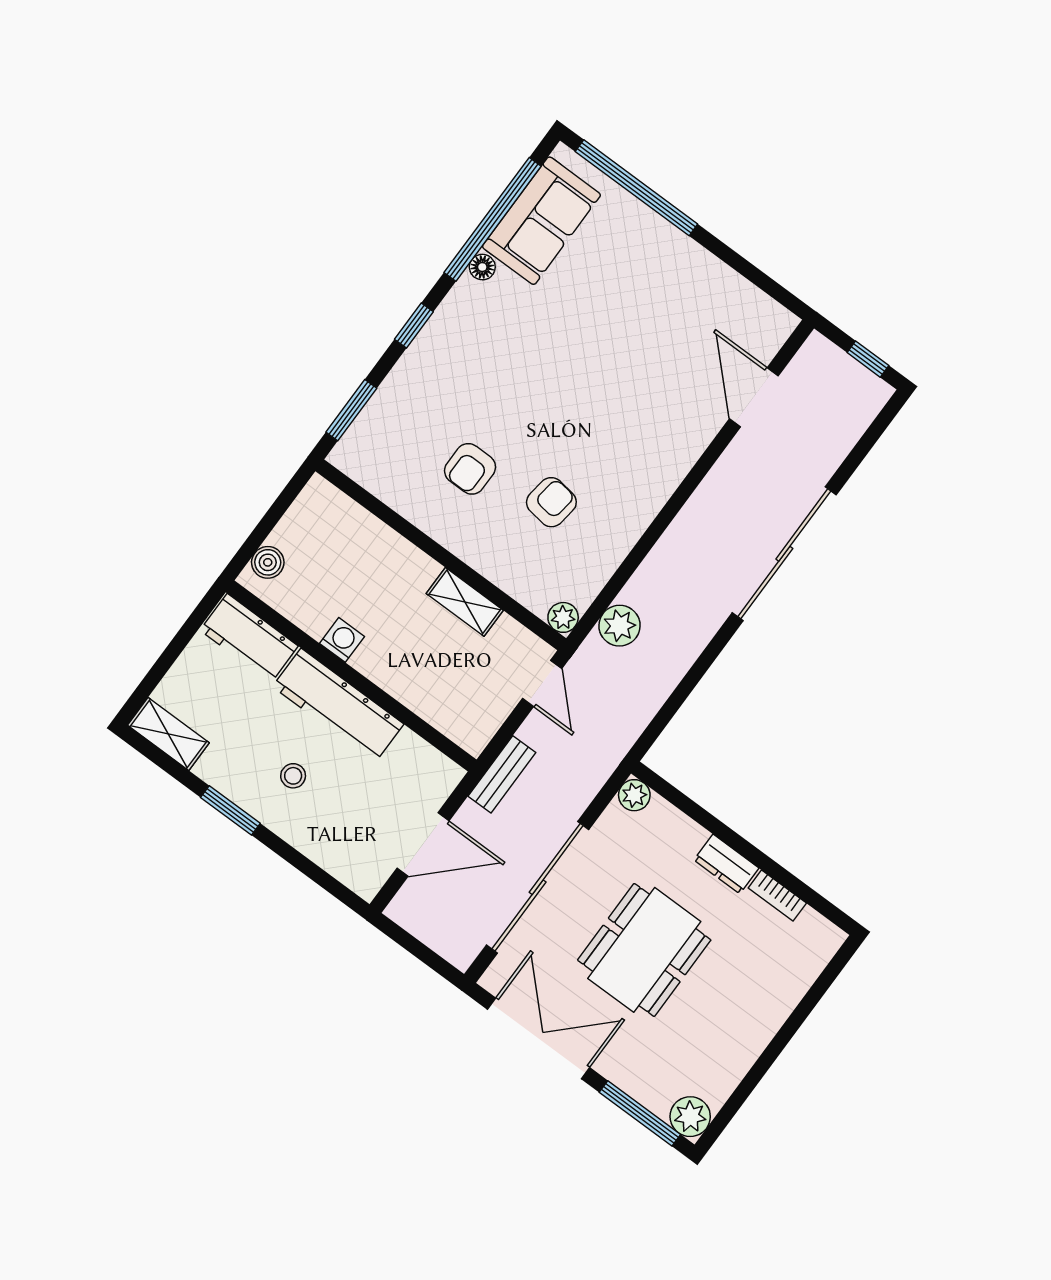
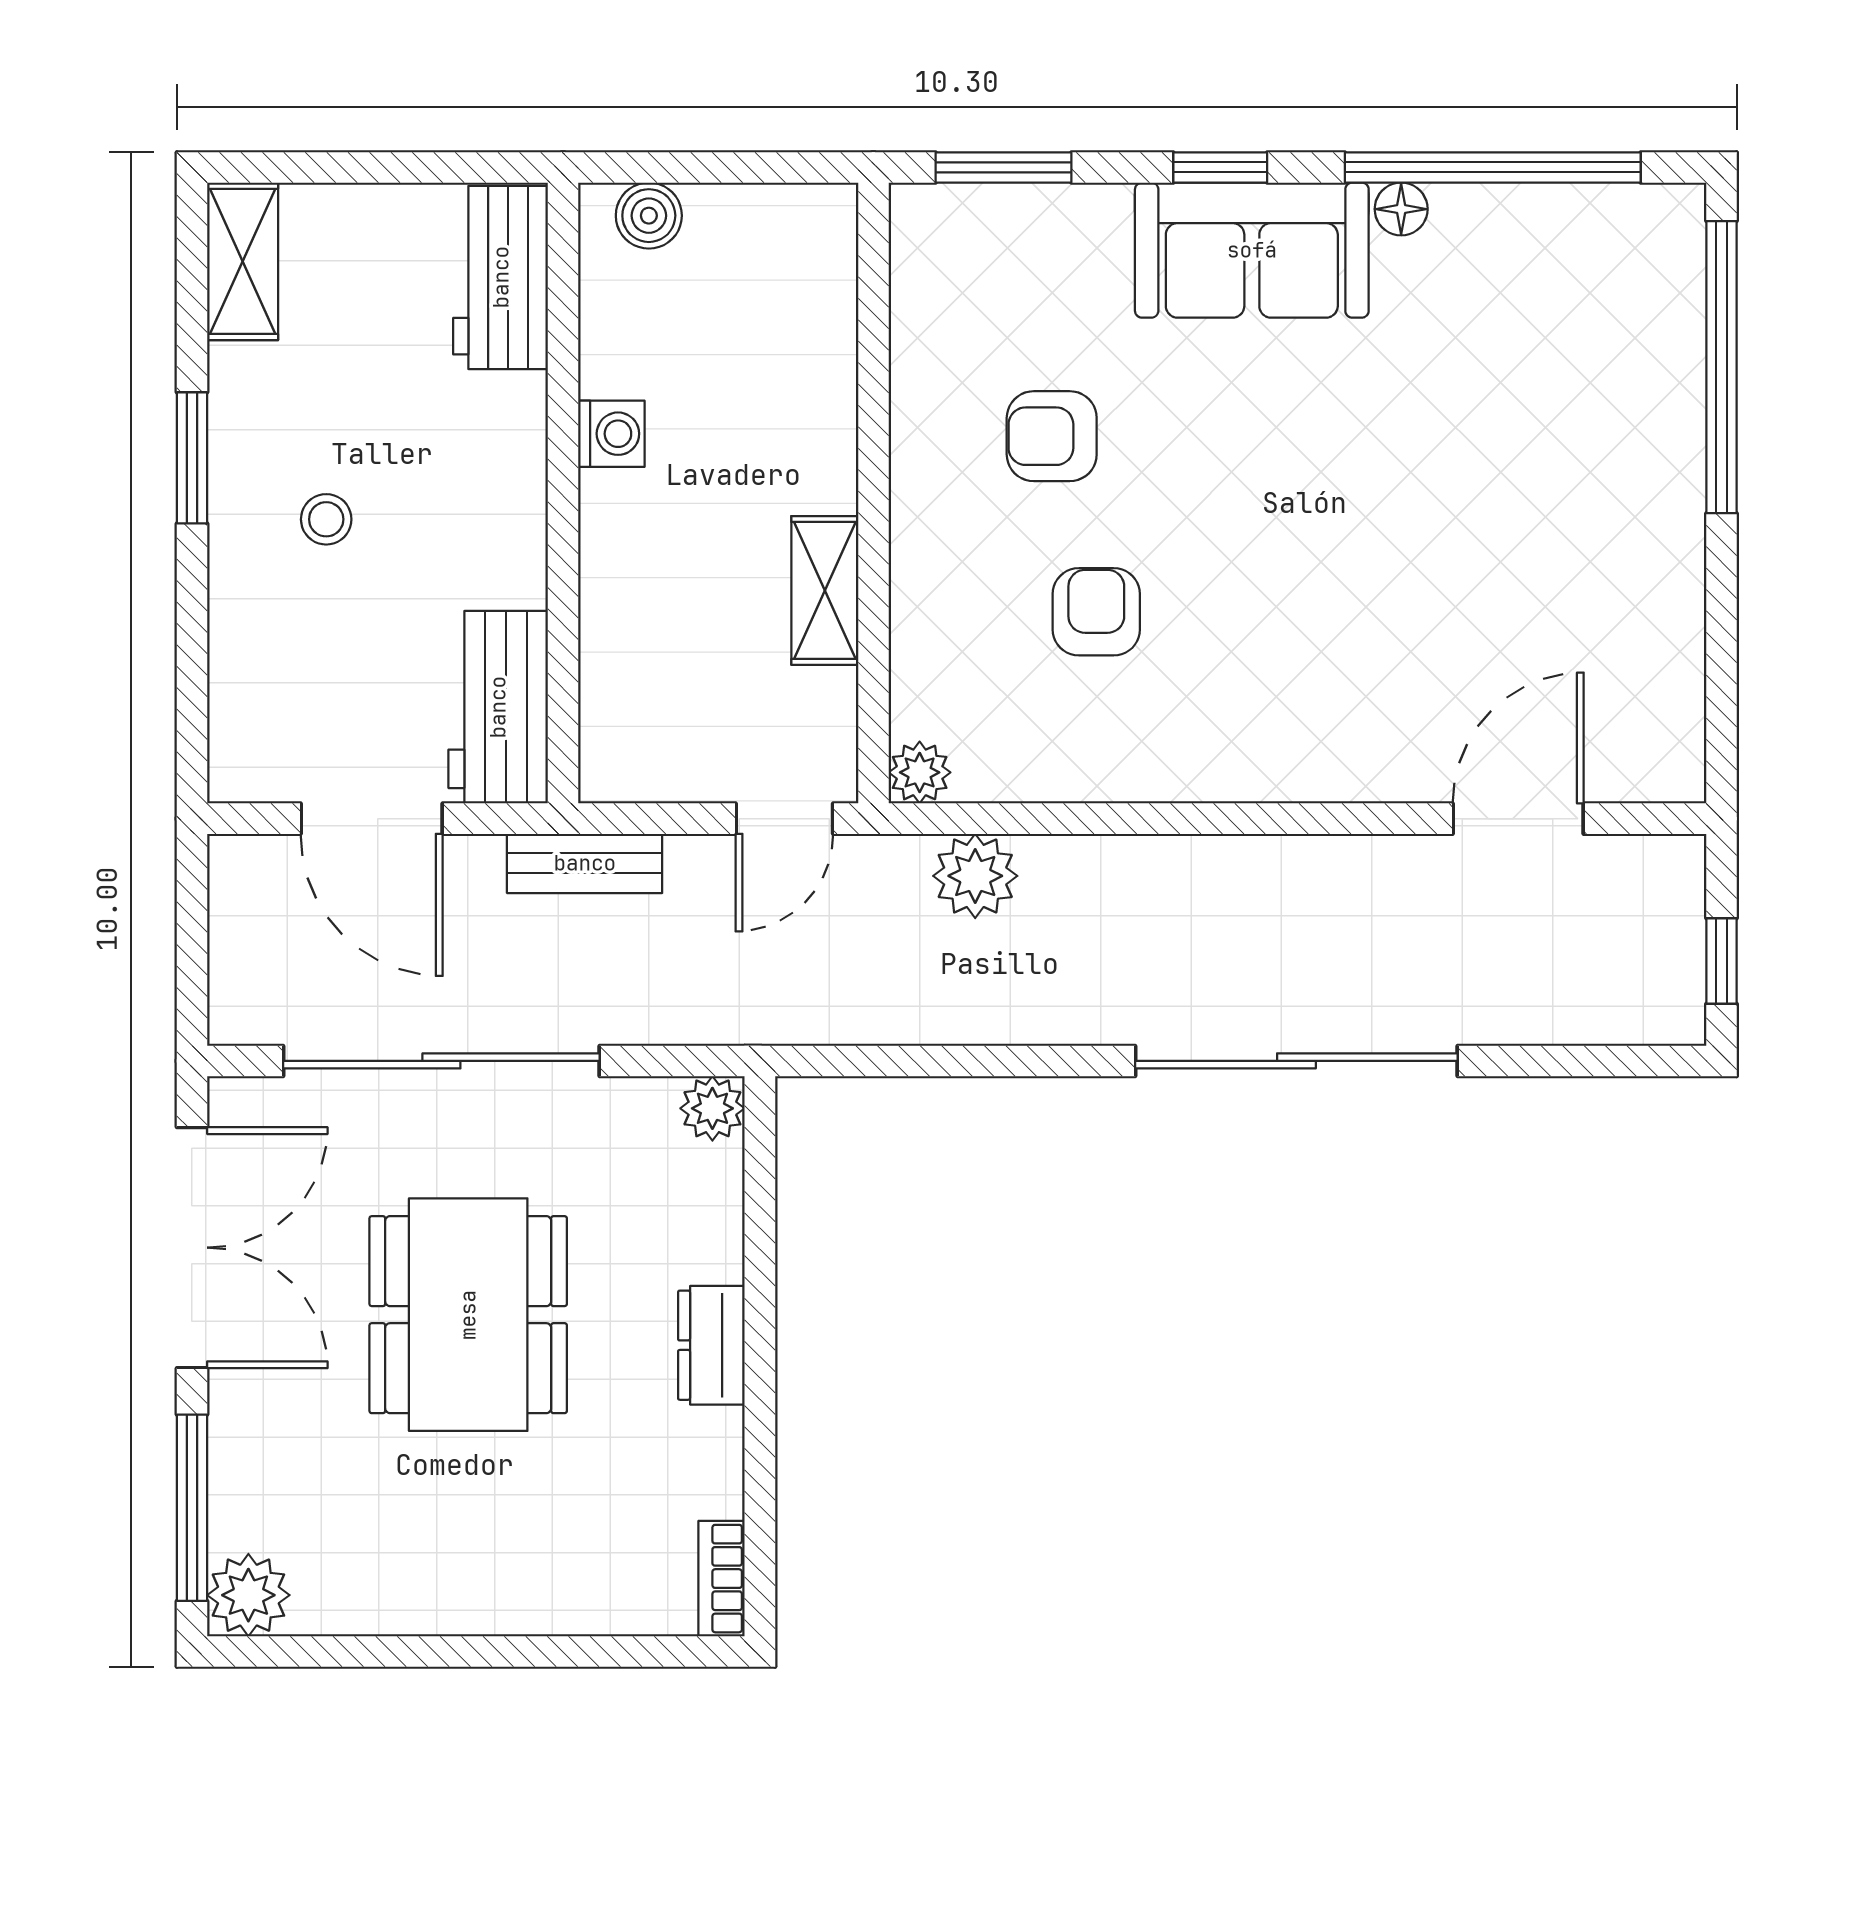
sofa: (541, 221) -> (1252, 250), moved
armchair: (551, 502) -> (1096, 612), turned -98
workbench: (338, 705) -> (498, 707), moved, width x0.73
bookcase: (777, 895) -> (722, 1579), moved
dining table: (644, 950) -> (468, 1315), turned 90

